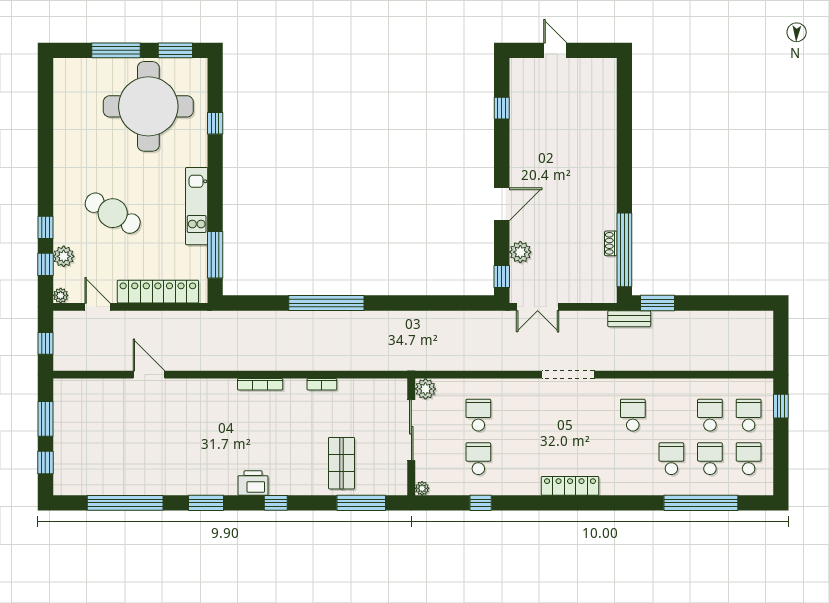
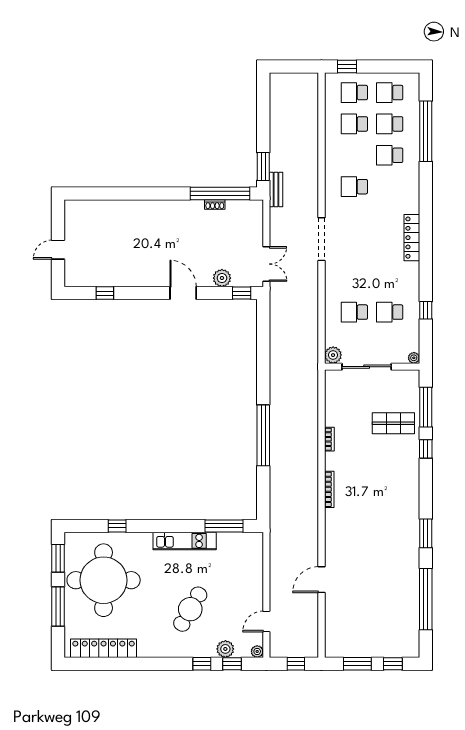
locker: (158, 292) -> (104, 648), moved, turned 90
printer: (253, 483) -> (409, 495), removed
window: (276, 503) -> (426, 449), moved

